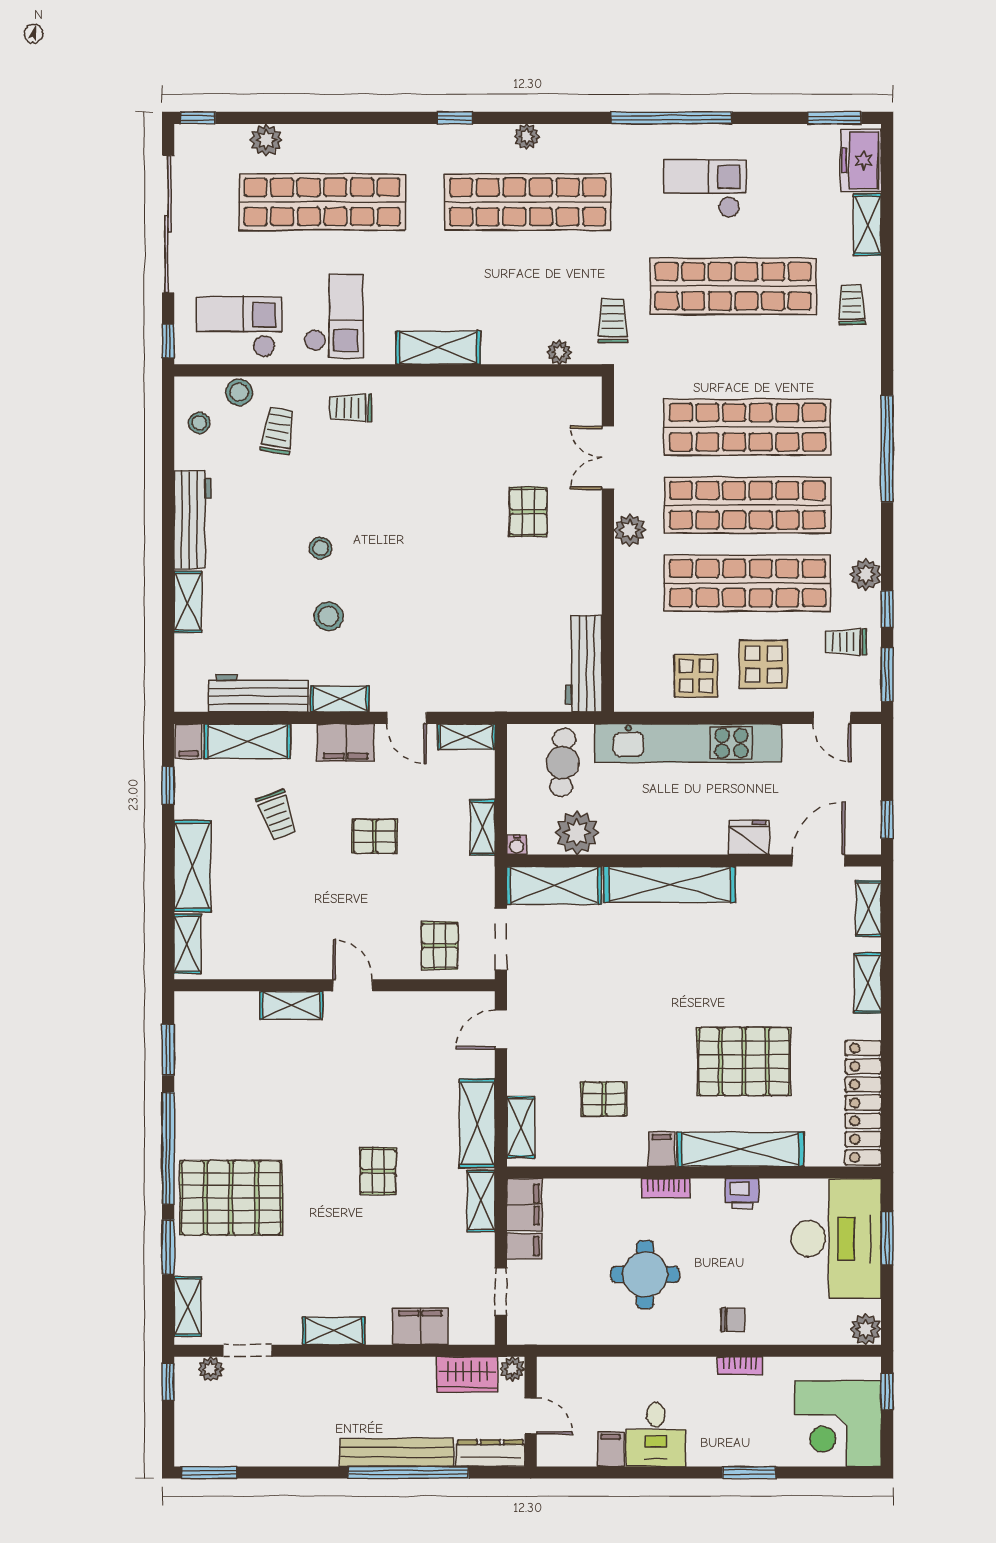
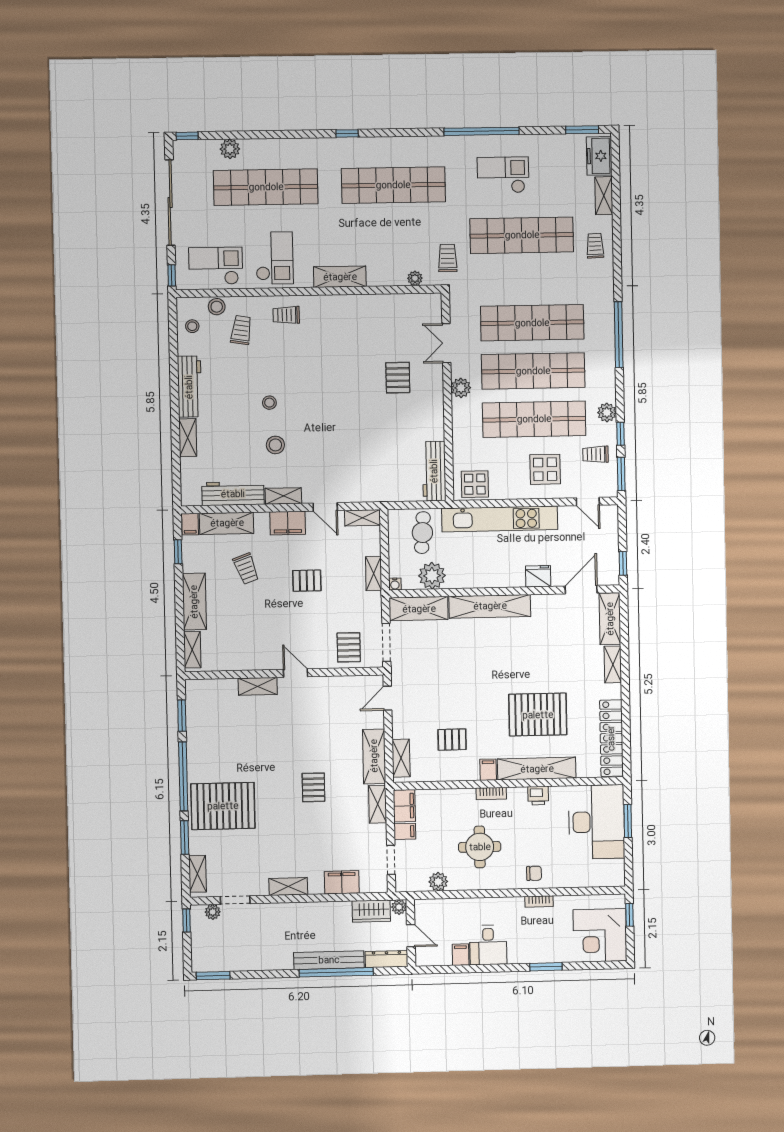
plant: (527, 136) -> (392, 144), removed
display table: (696, 676) -> (475, 484), moved
shelving: (869, 909) -> (610, 619), width x1.50, depth x1.33
plant: (866, 1329) -> (438, 882), moved

